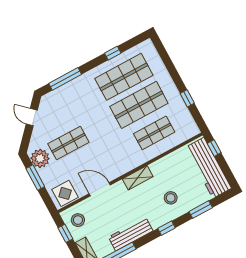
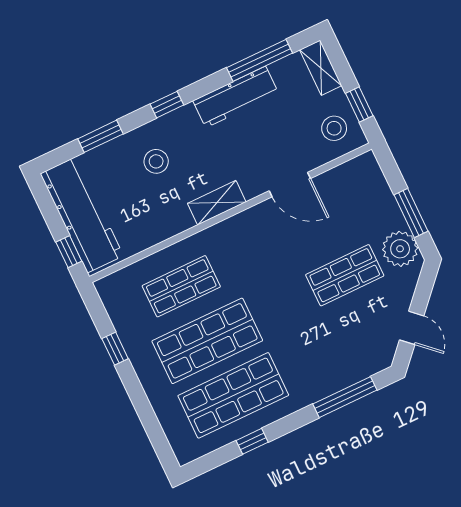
display table: (65, 193) -> (356, 180), removed

